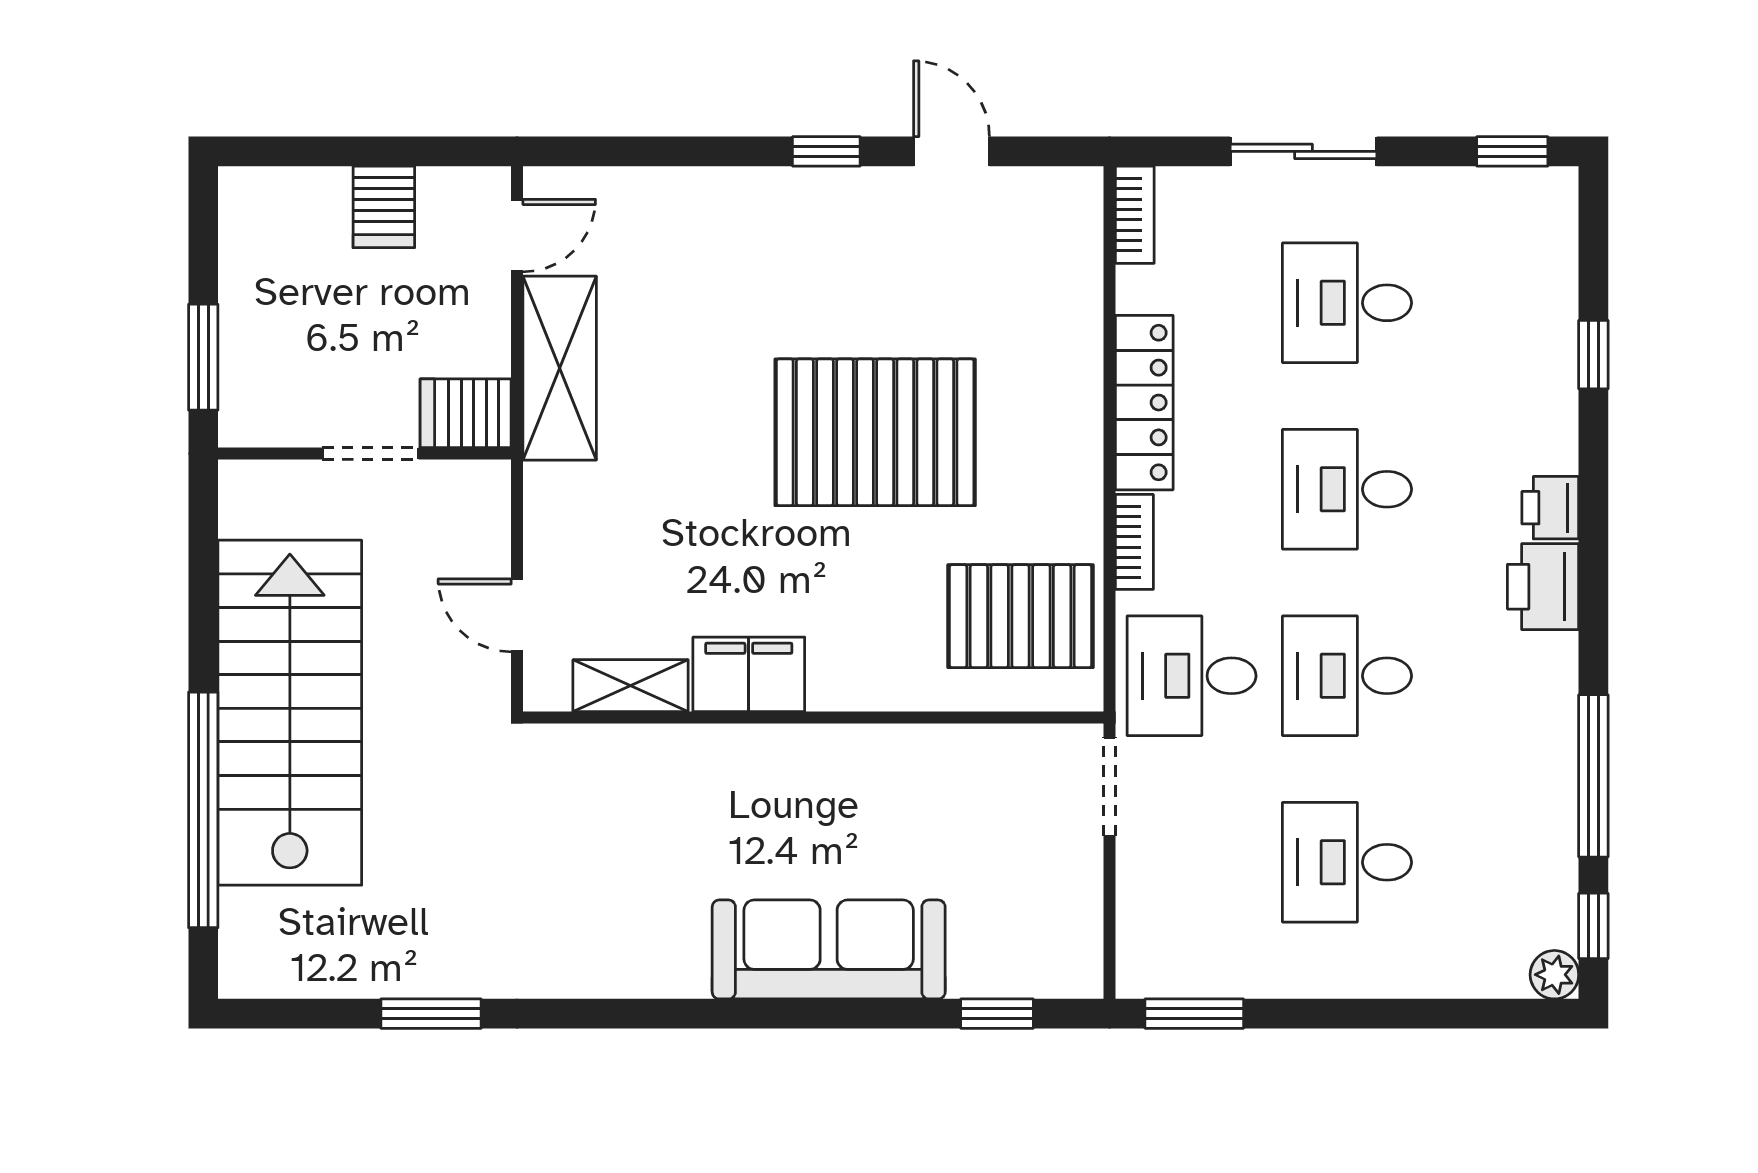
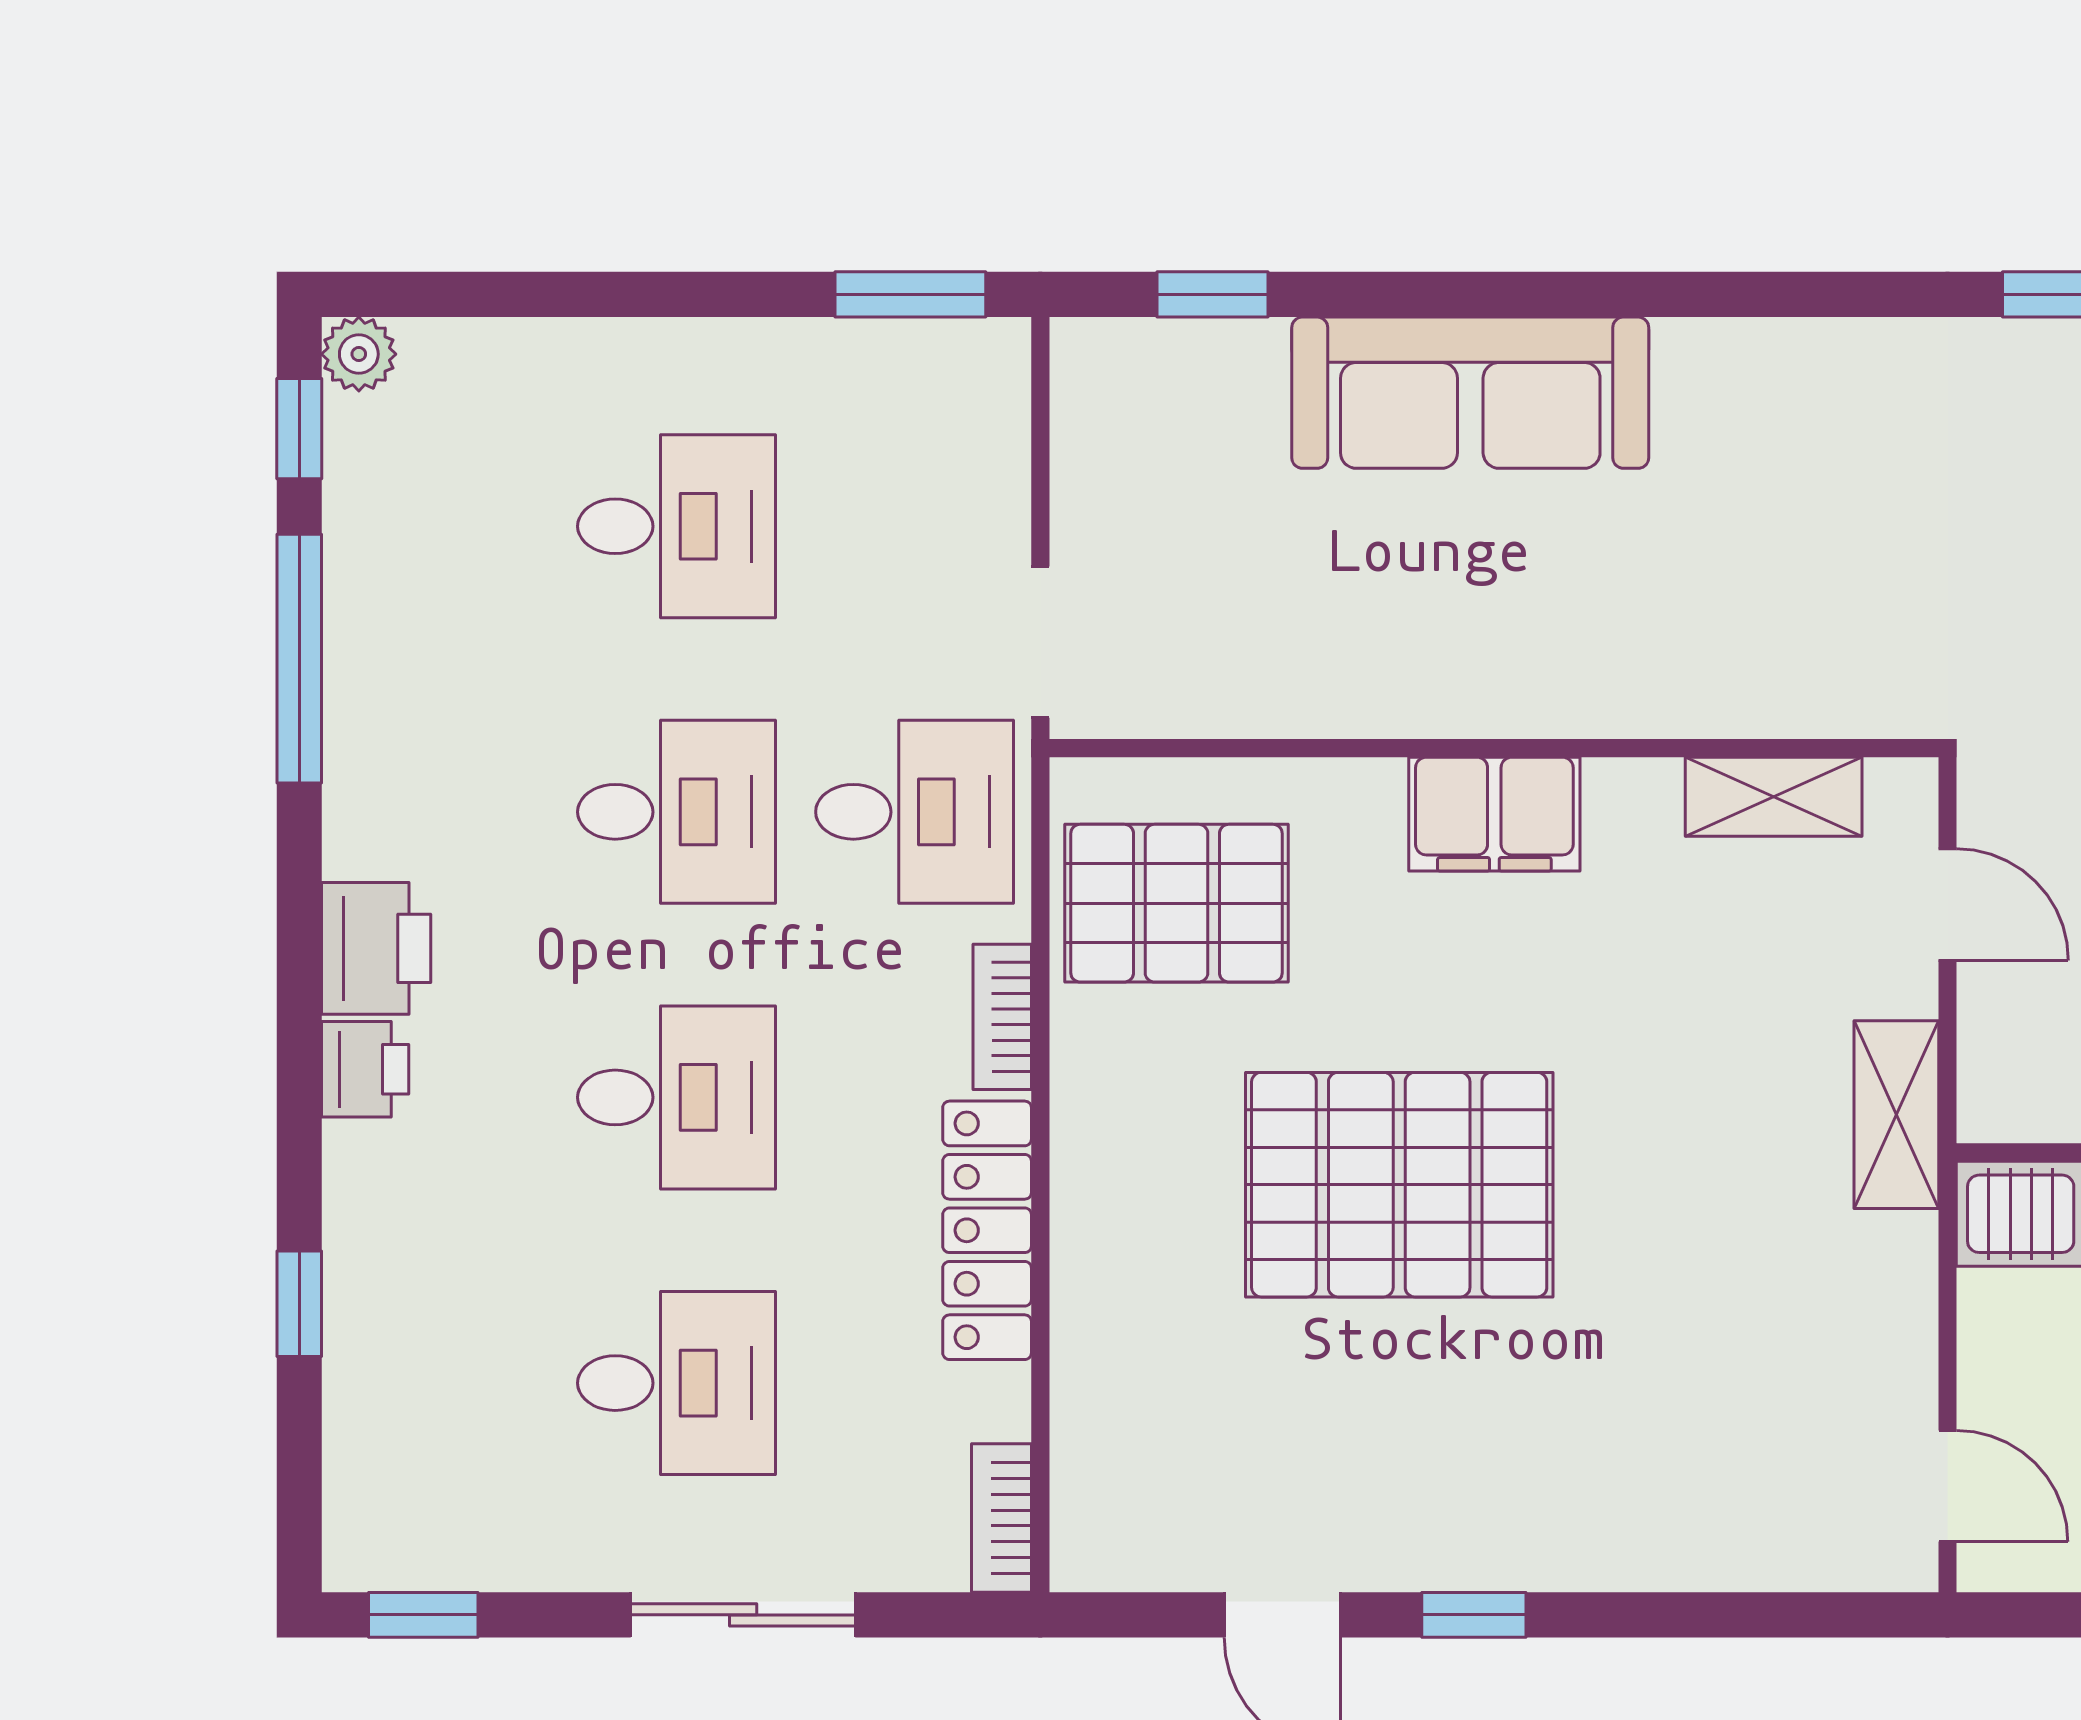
door: (517, 236) -> (1947, 1486), swing flipped
shelving: (560, 368) -> (1896, 1115), moved, width x0.67, depth x0.75
filing cabinet: (749, 674) -> (1494, 814), moved

